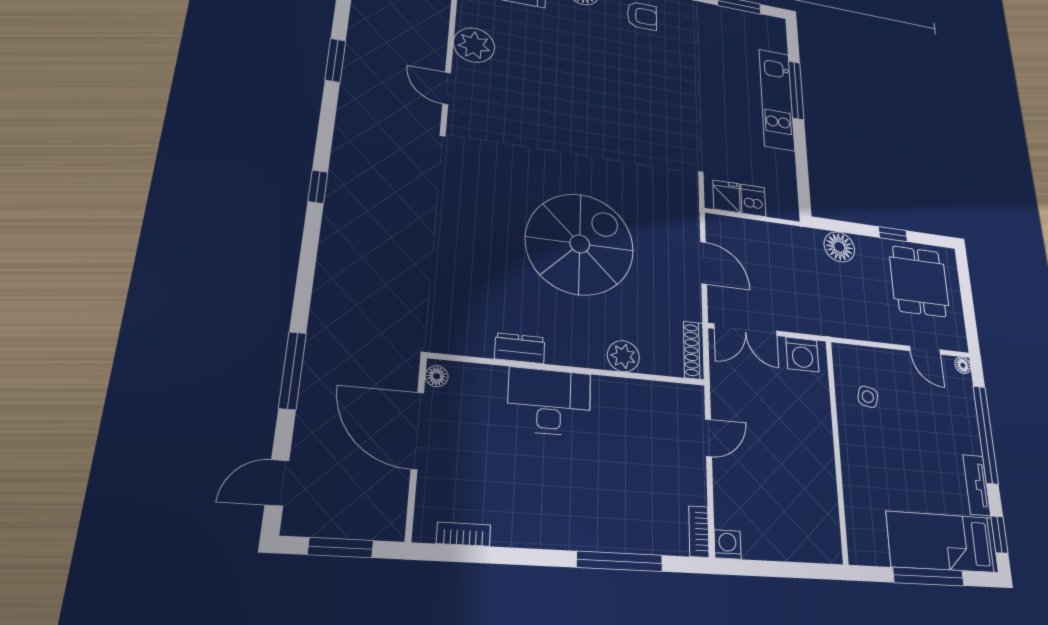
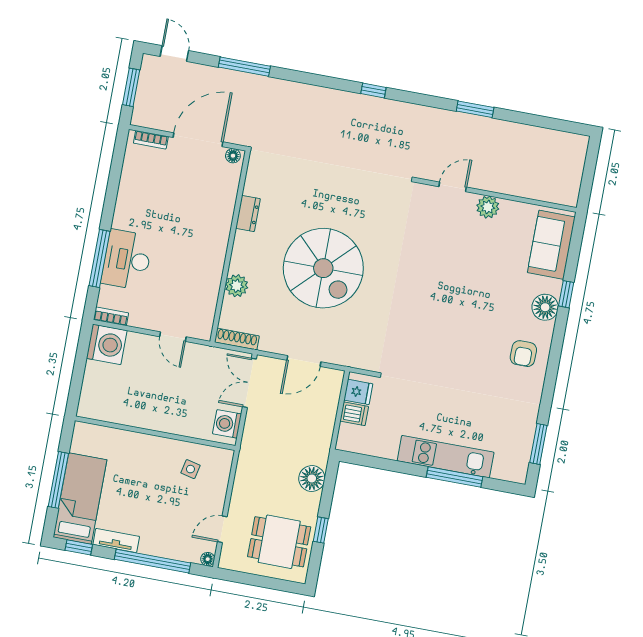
plant: (474, 45) -> (488, 207), width x0.73, depth x0.73
desk: (549, 402) -> (127, 260), moved, turned 180
bookcase: (464, 534) -> (151, 140), moved, turned 90
washing machine: (728, 544) -> (107, 344), width x1.89, depth x1.89

